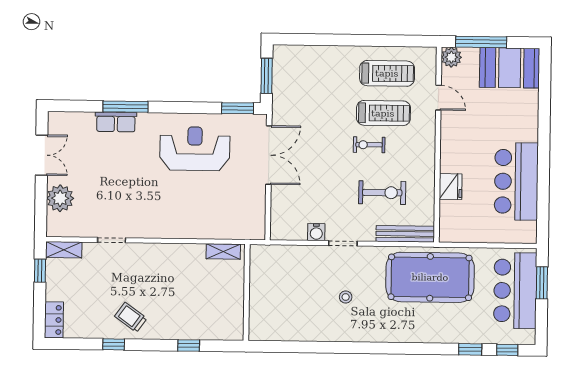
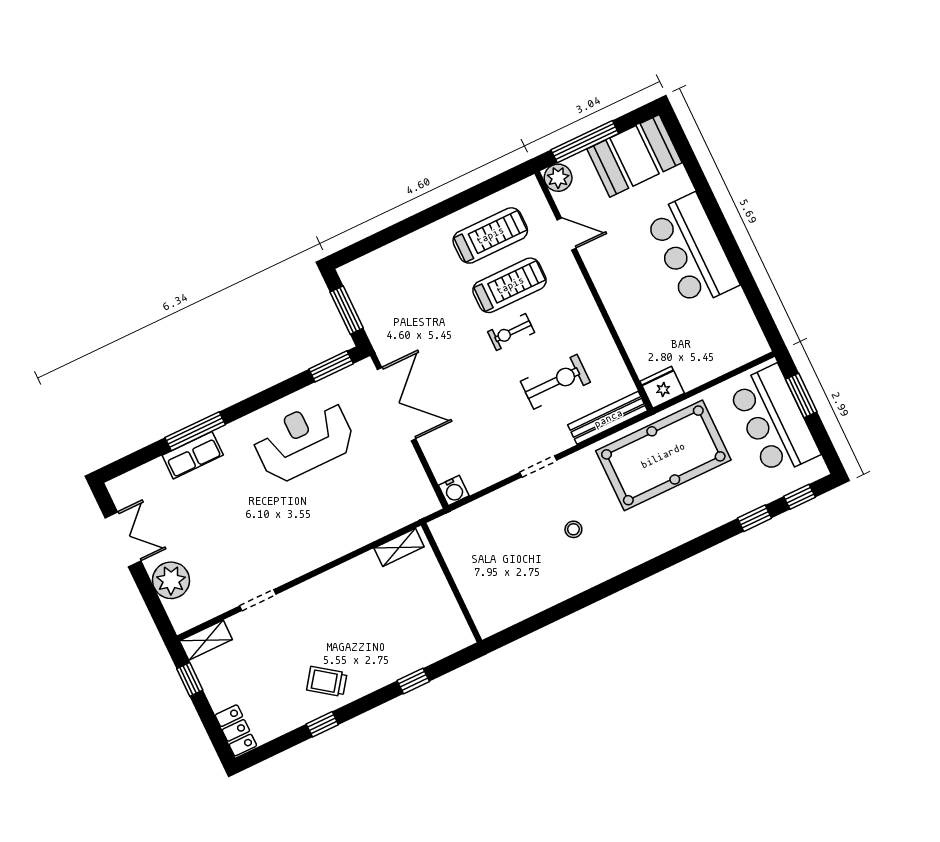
bar counter: (516, 181) -> (692, 250), moved
fridge: (451, 187) -> (662, 387), moved, turned -90
water cooler: (316, 232) -> (454, 491), moved

